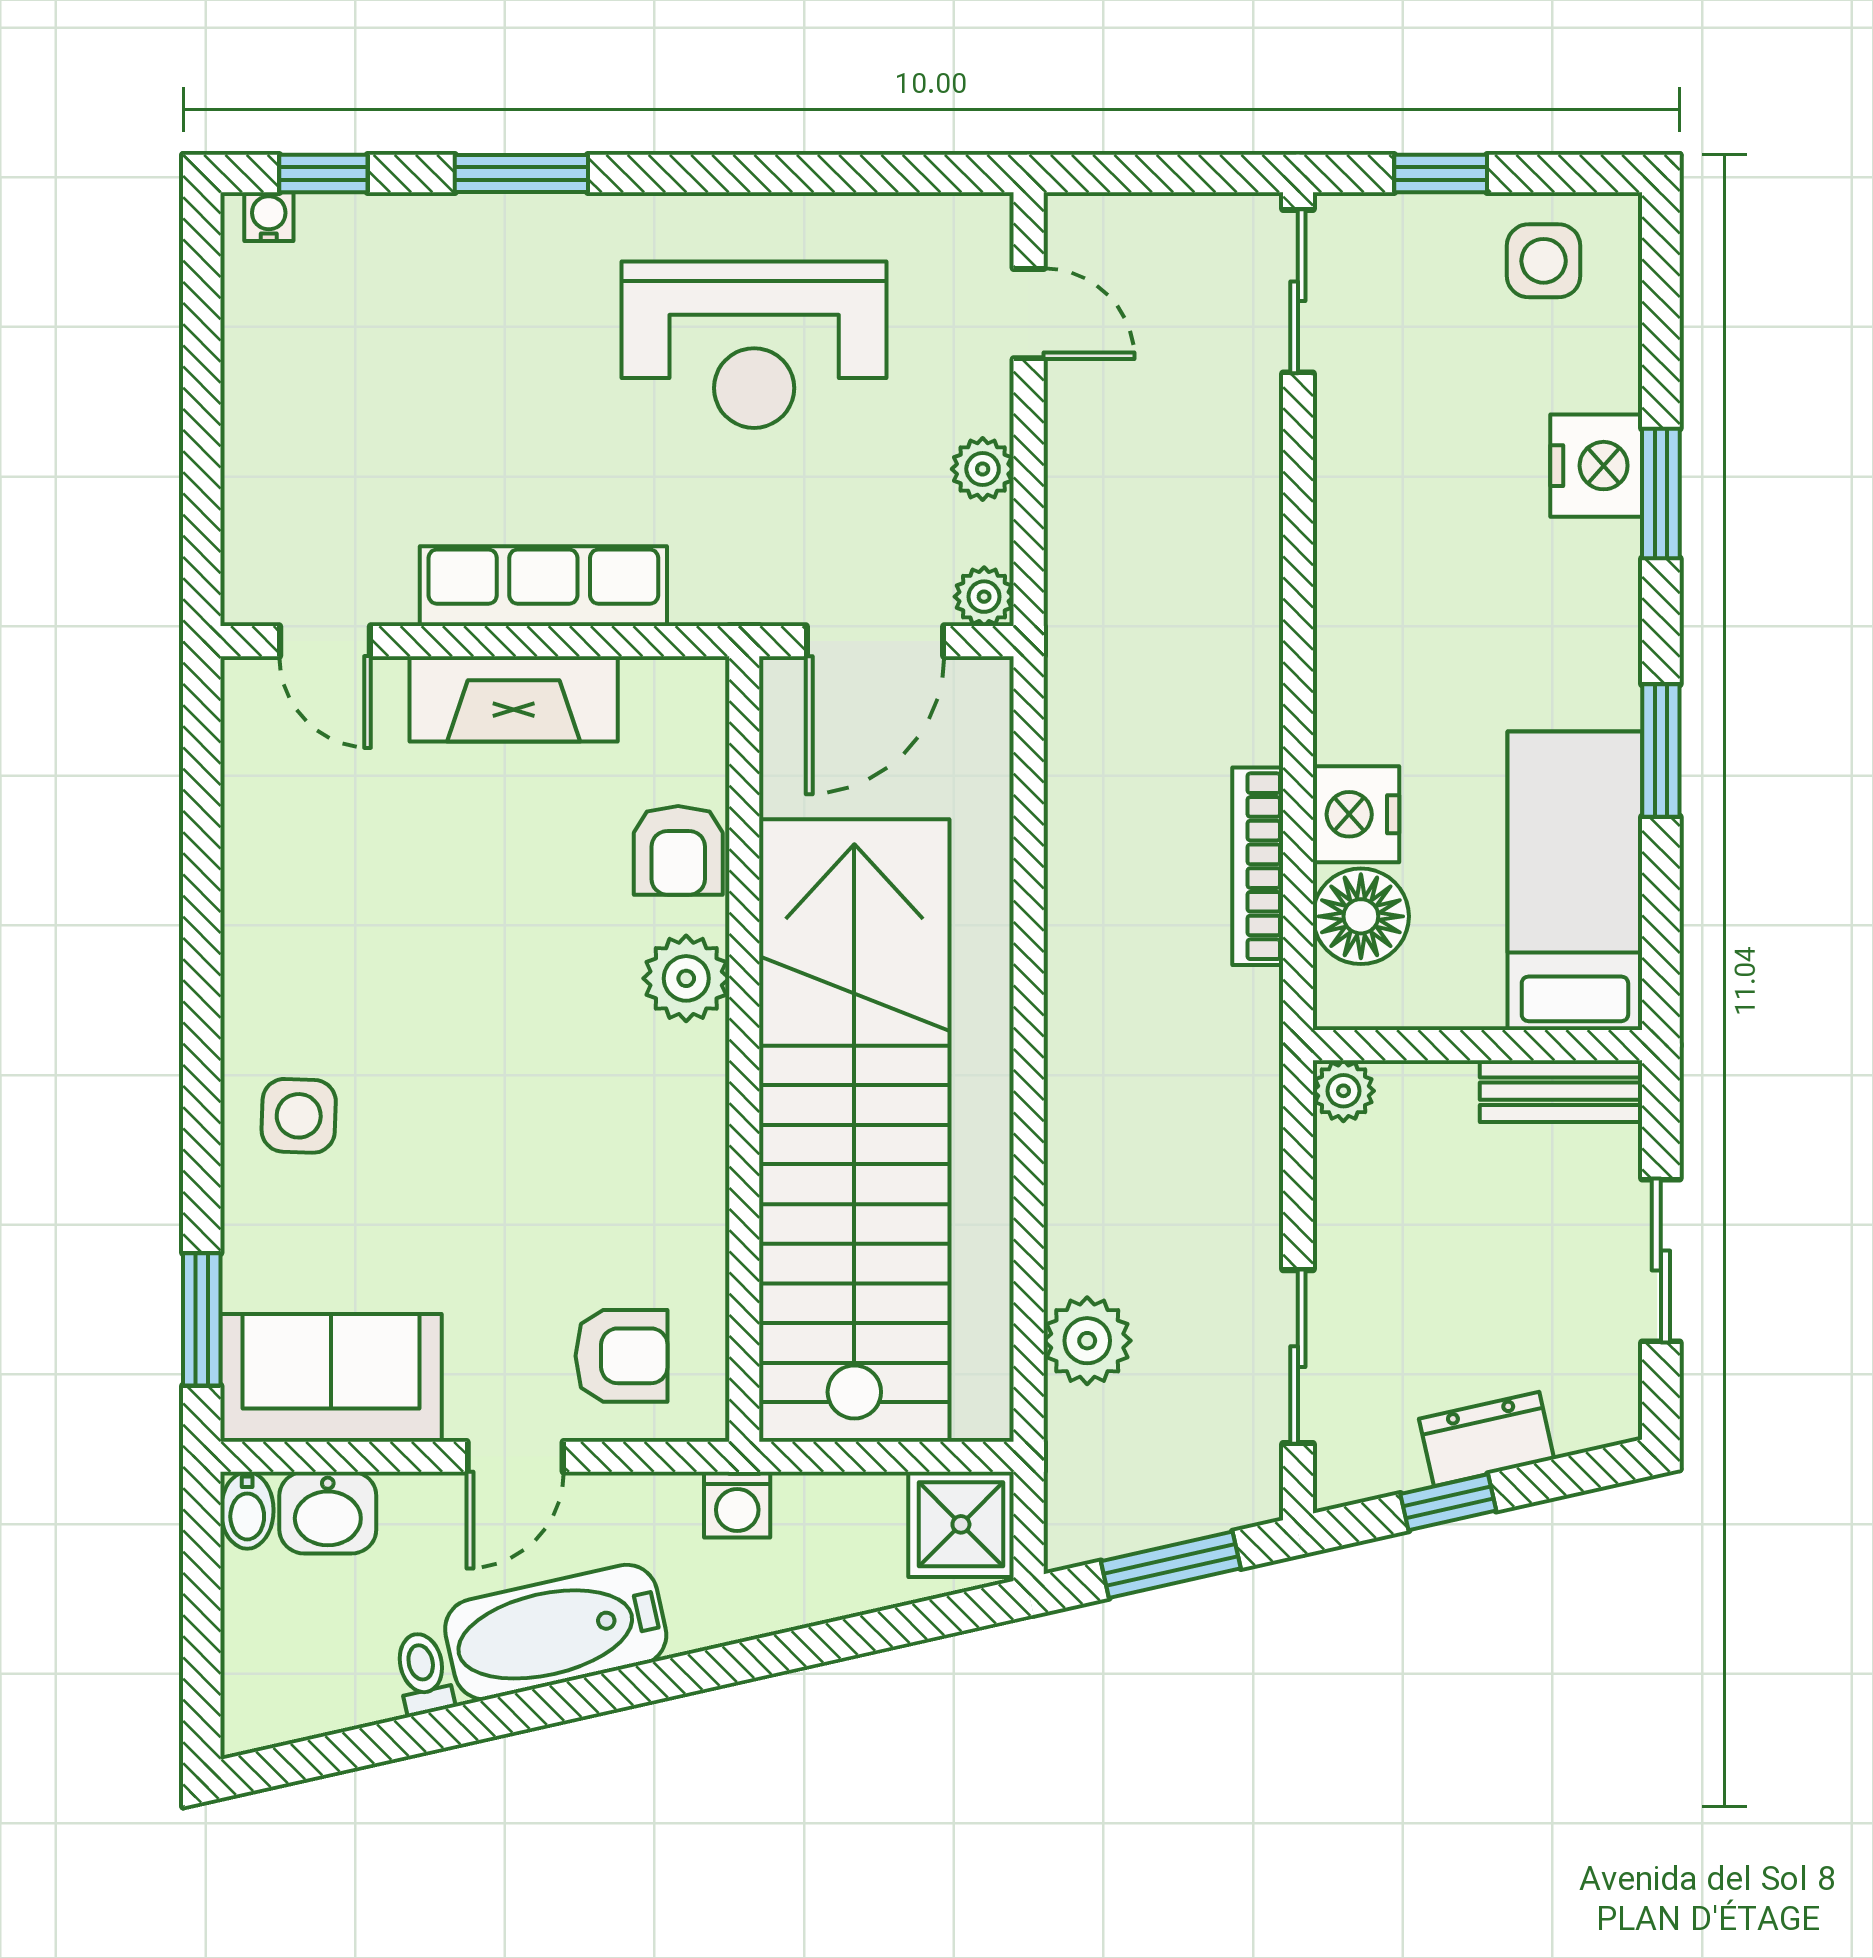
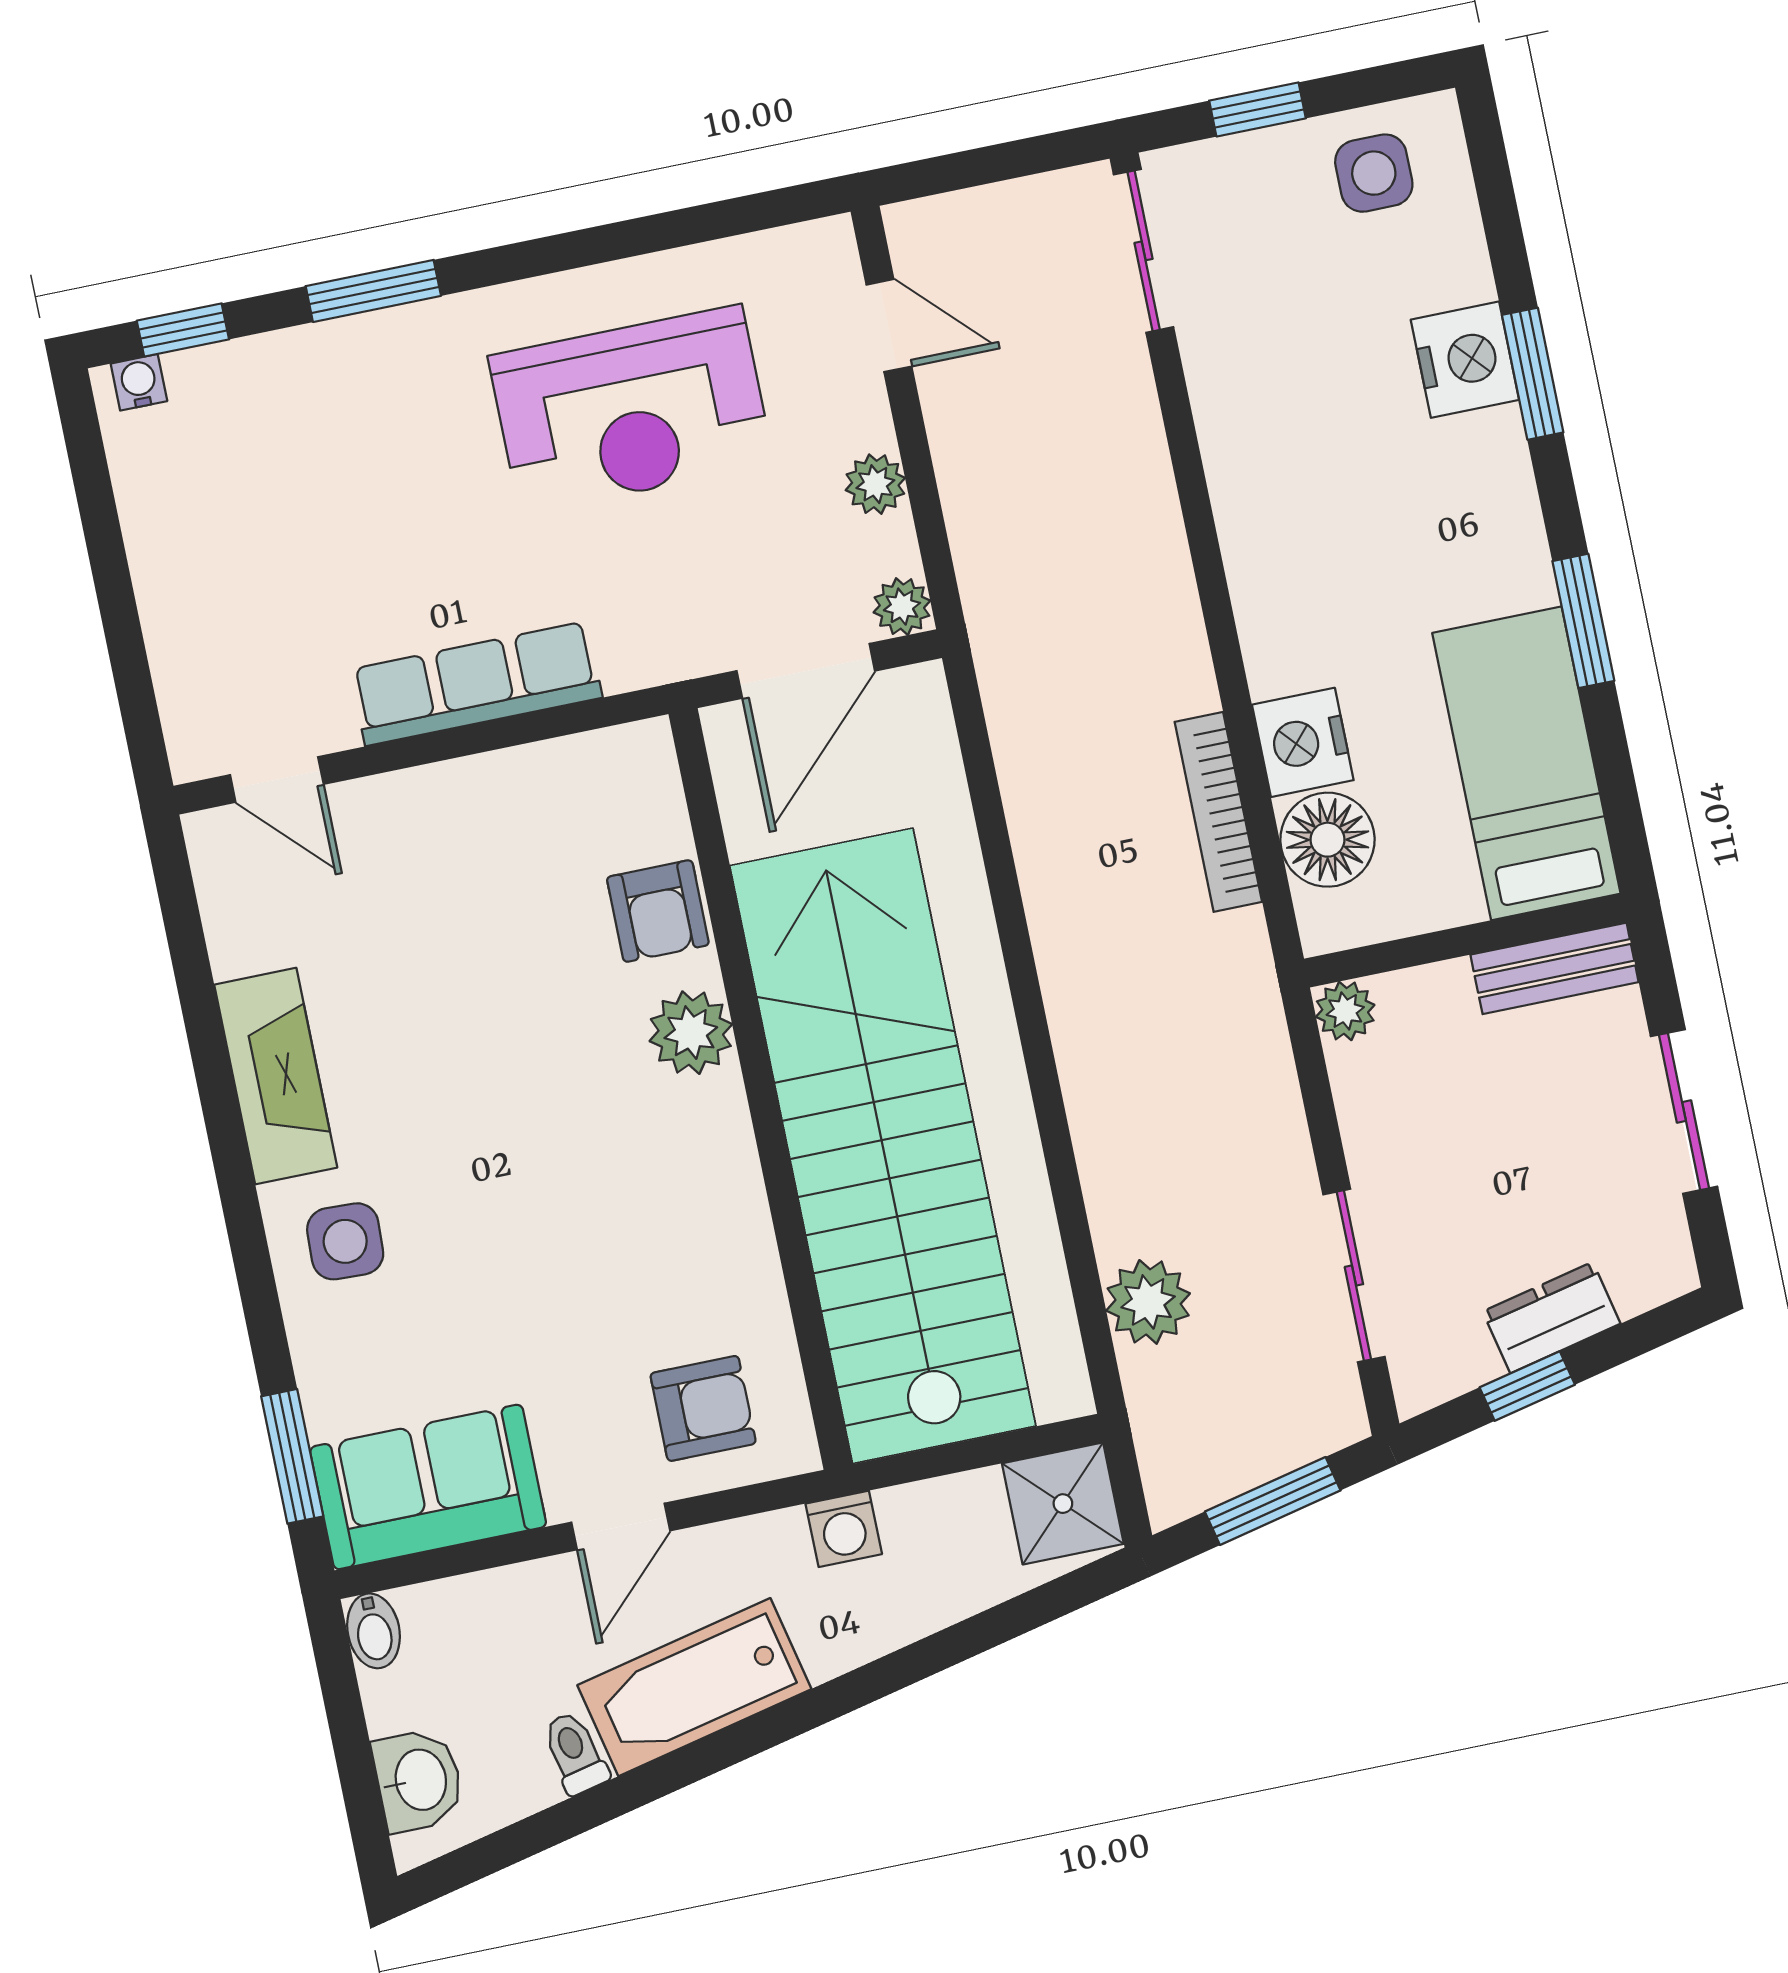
fireplace: (514, 699) -> (276, 1076), moved, turned -90
washbasin: (328, 1513) -> (418, 1780), moved, turned -90

